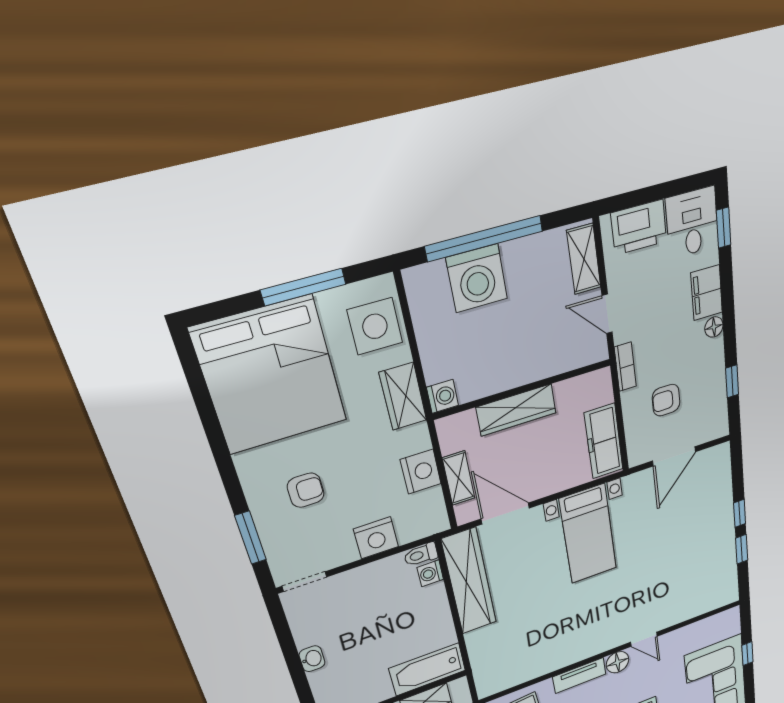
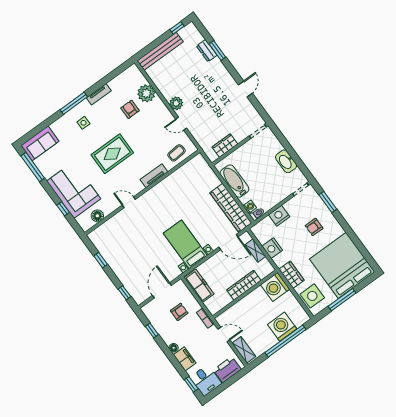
washing machine: (442, 396) -> (275, 287), width x1.89, depth x1.89
window: (740, 513) -> (124, 293), moved
washbasin: (312, 659) -> (286, 161), width x1.91, depth x1.45
floor lamp: (617, 662) -> (97, 216), moved
bathtub: (427, 669) -> (234, 181), moved, turned -90

